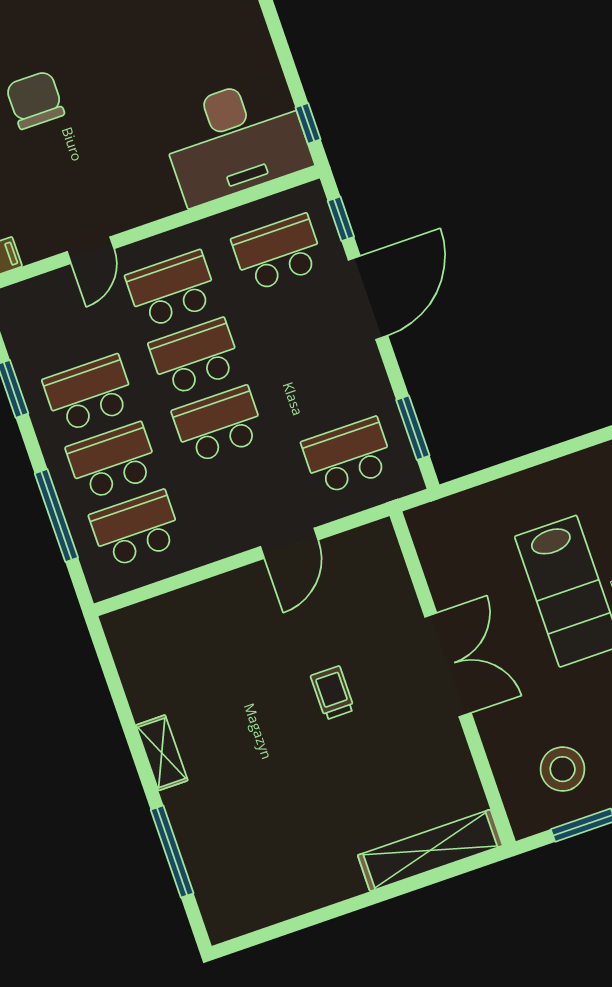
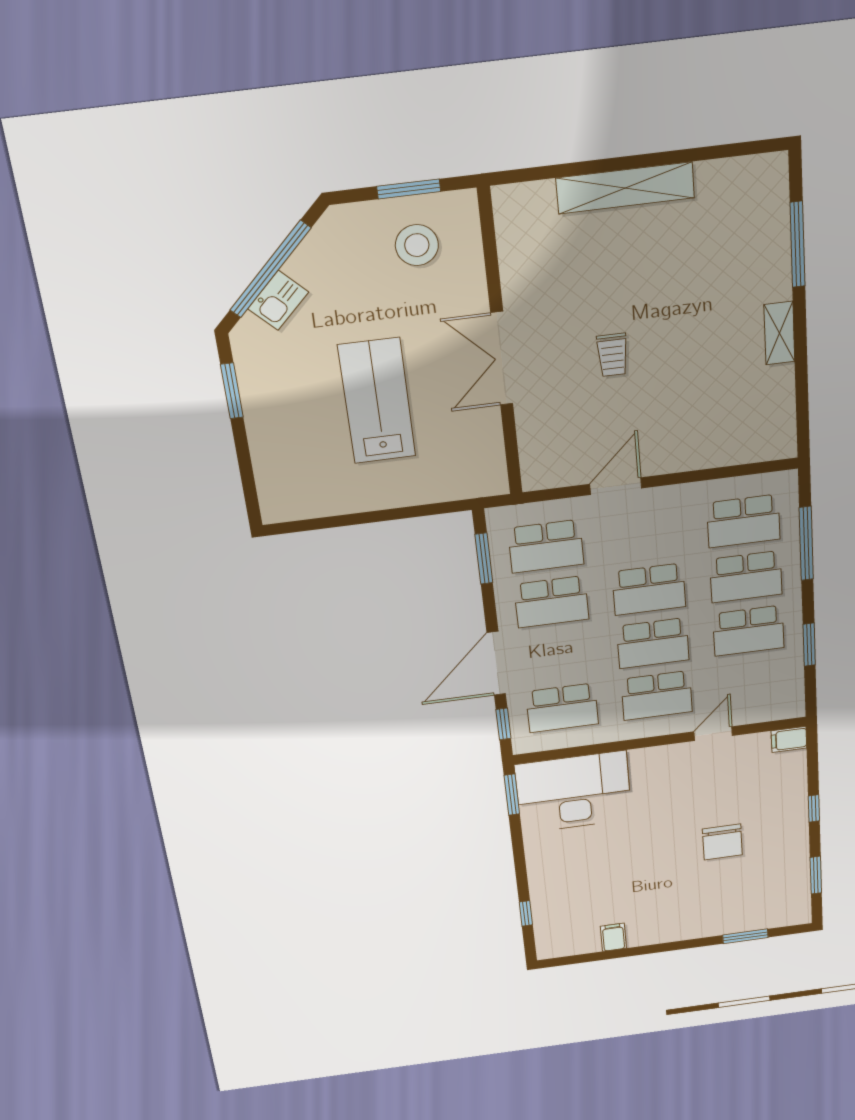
window: (308, 123) -> (512, 795), width x1.50
school desk: (324, 388) -> (551, 602), added
shelving: (430, 850) -> (625, 188), moved

